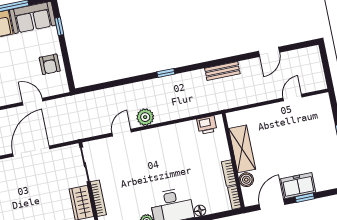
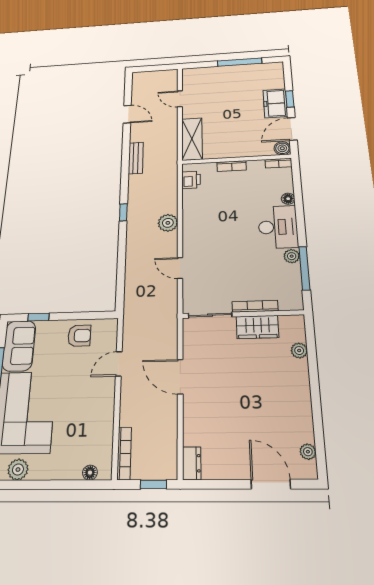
plant: (145, 117) -> (168, 223), moved
shelving: (242, 149) -> (192, 139), moved, turned 90
door: (31, 151) -> (180, 377), width x0.73
bookcase: (229, 173) -> (232, 166), moved
boiler: (246, 180) -> (282, 148), moved
door: (272, 204) -> (292, 129), hinge flipped

